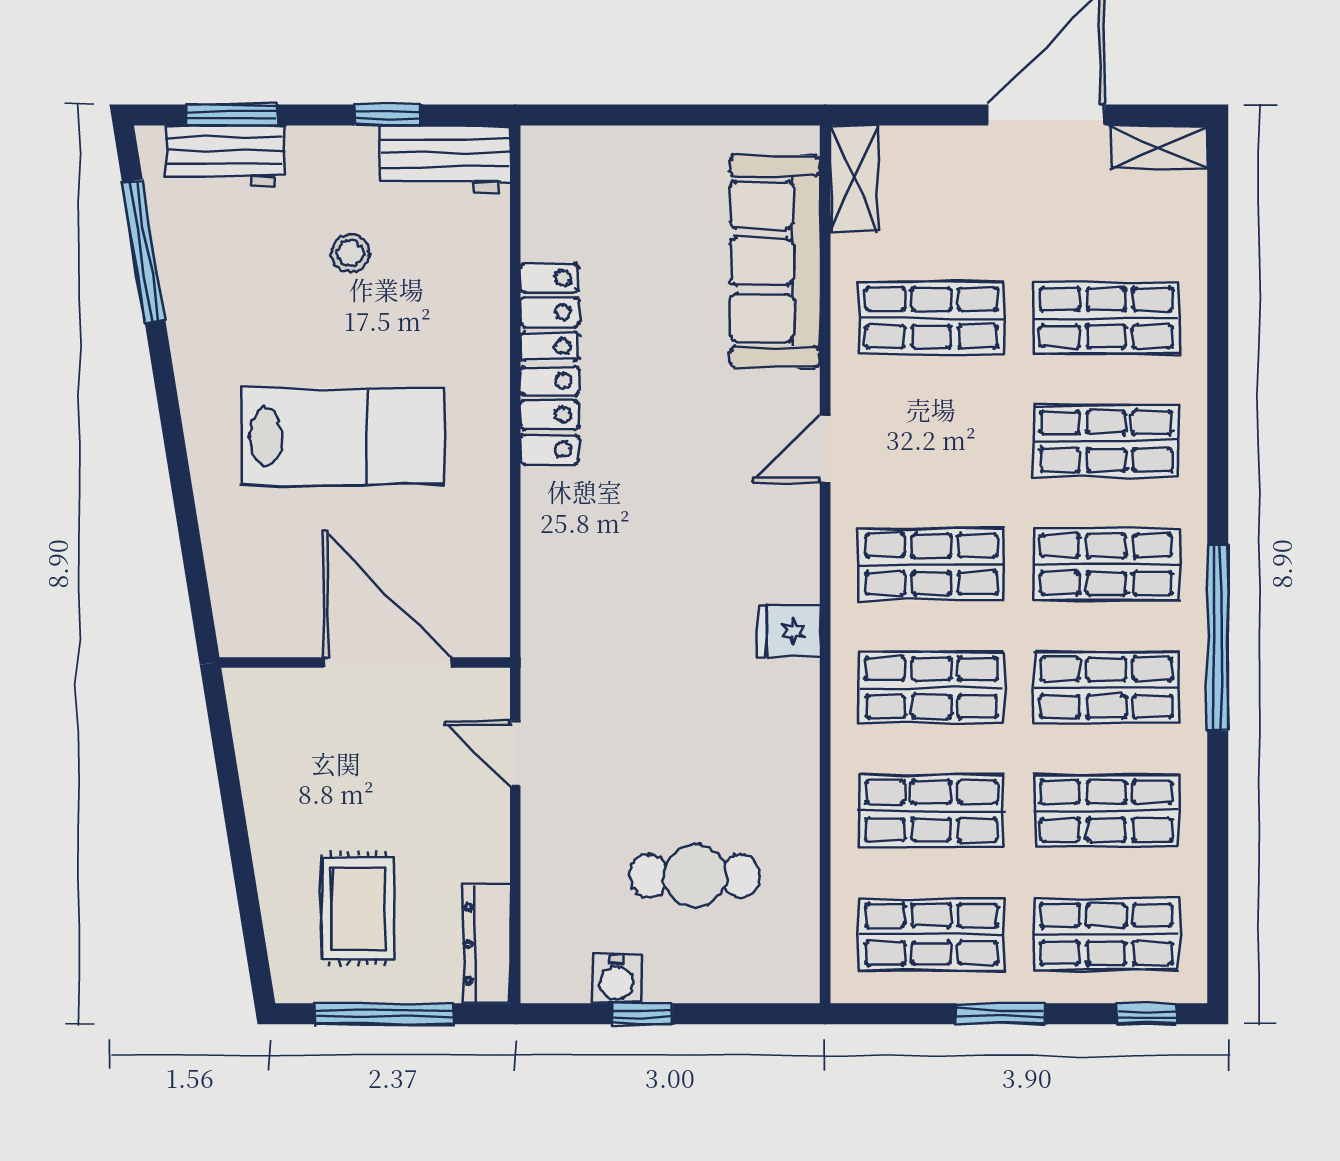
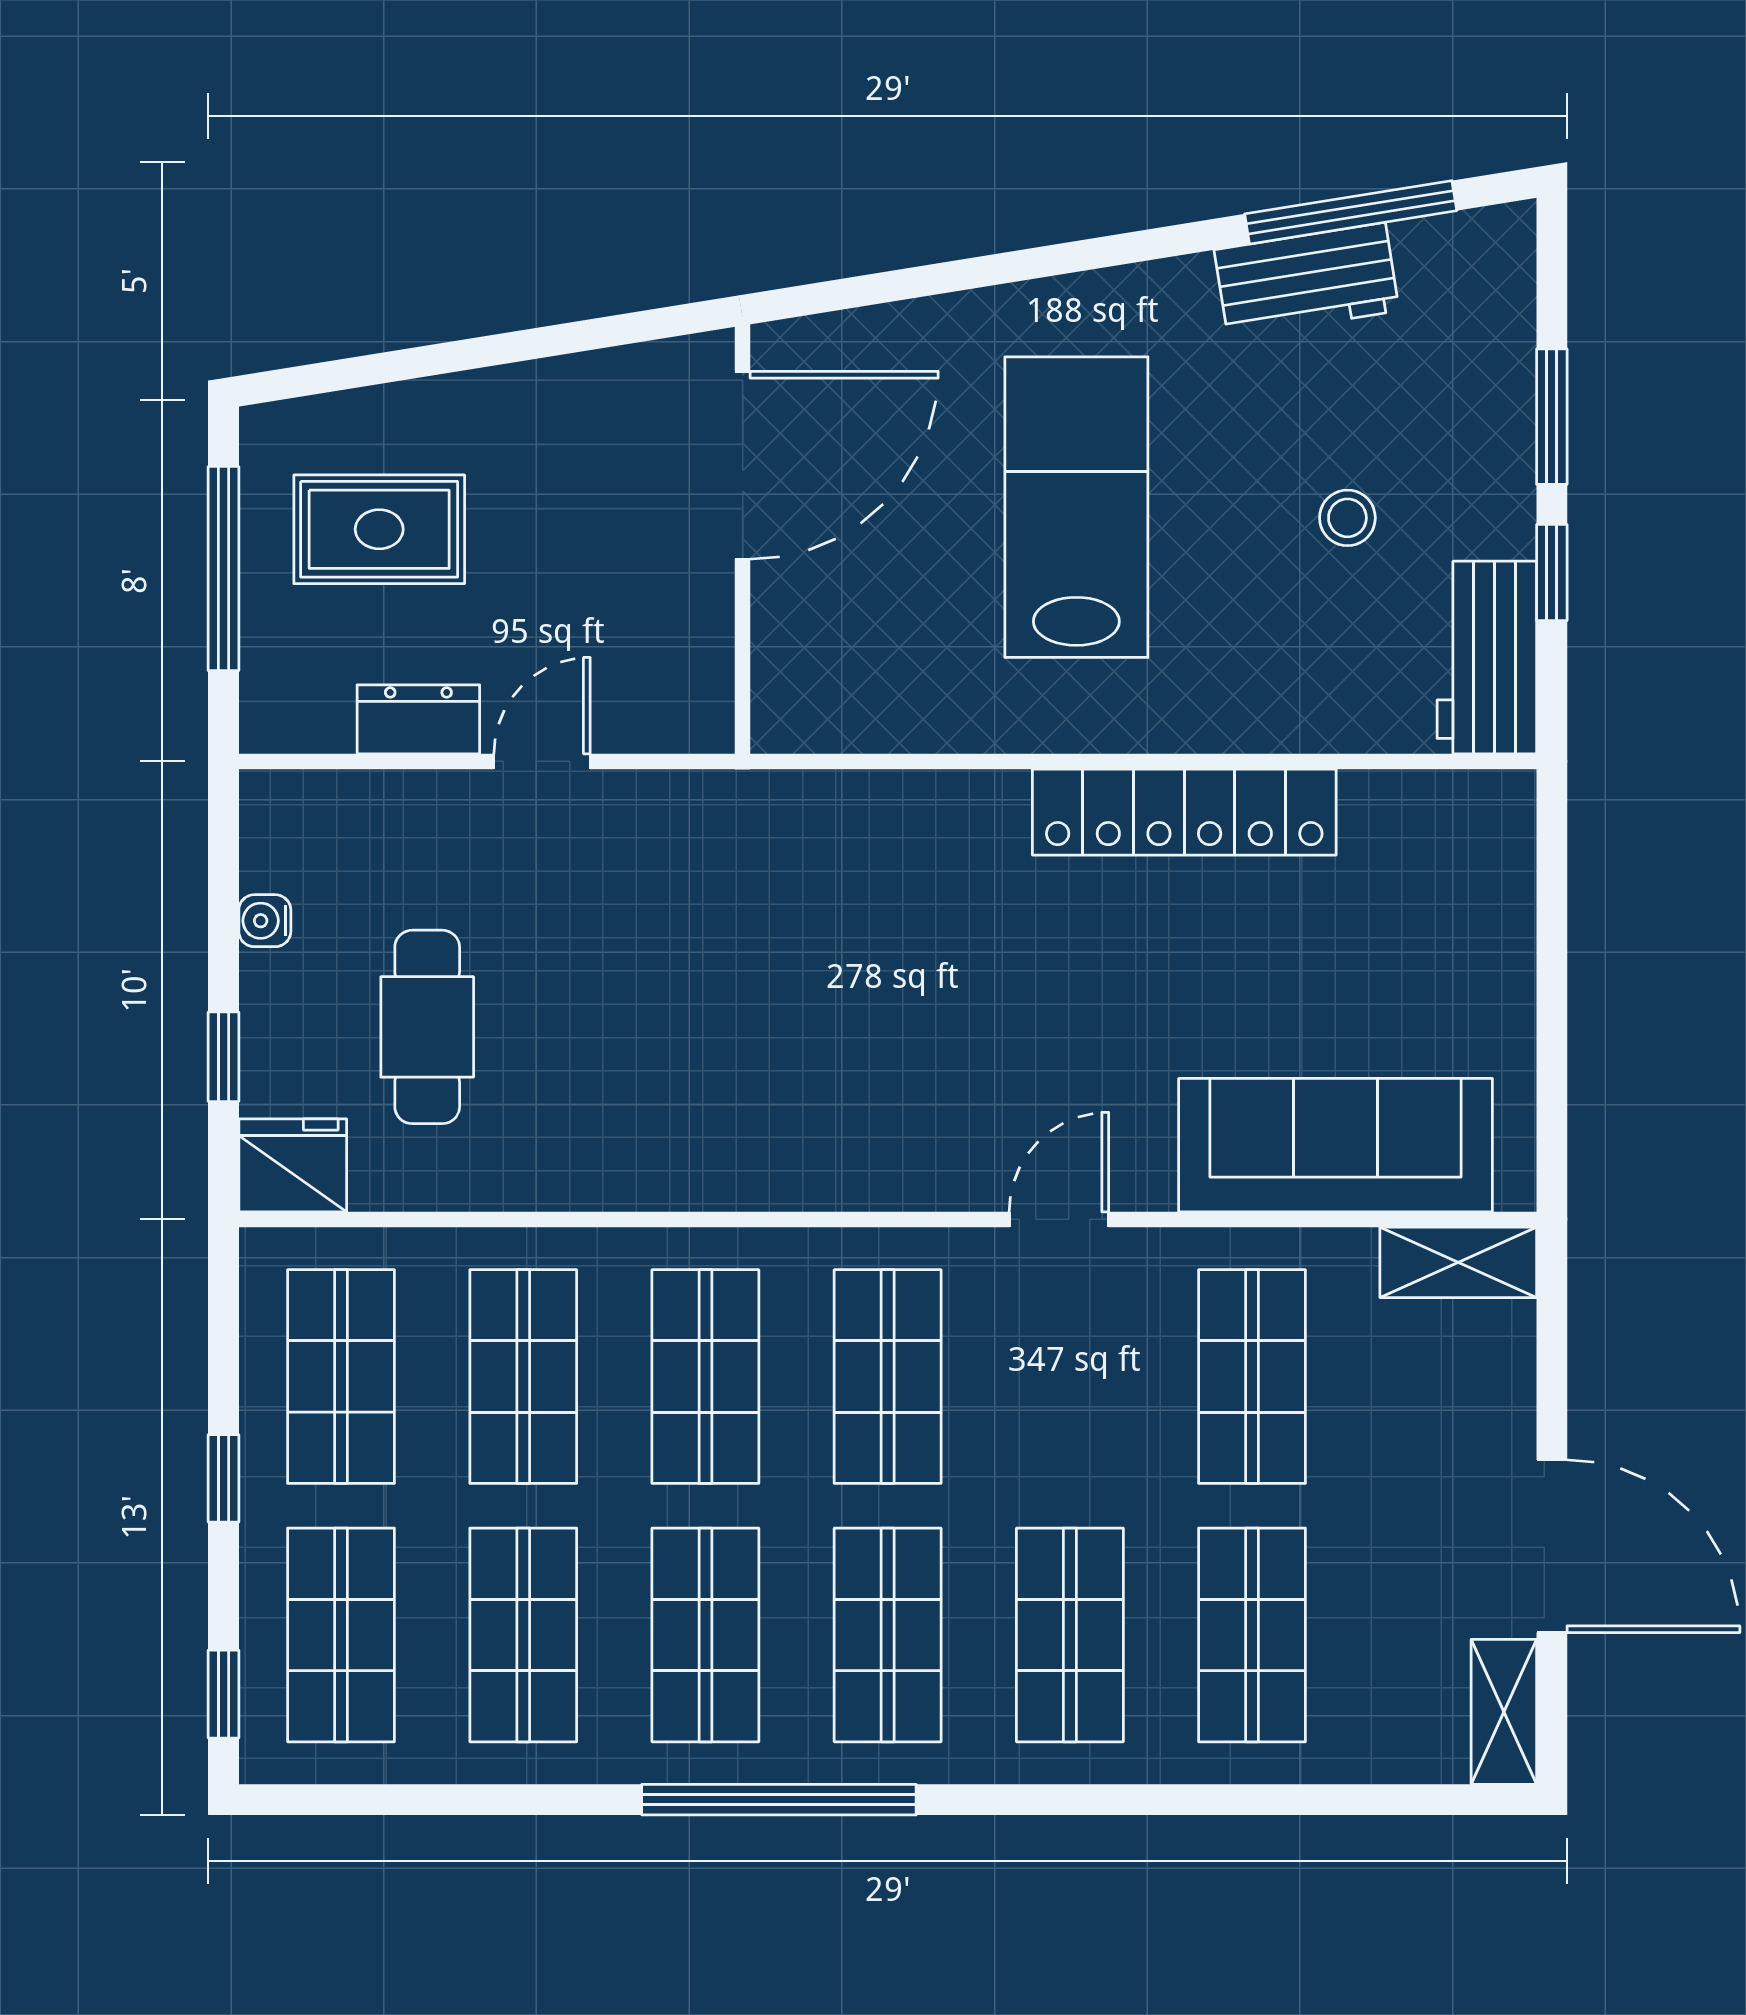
window: (232, 115) -> (1552, 417), moved
workbench: (225, 156) -> (1307, 280), moved, turned -99
lab bench: (343, 437) -> (1076, 507), turned 180
door: (825, 448) -> (1059, 1219), hinge flipped
fridge: (789, 631) -> (293, 1165), moved, width x1.38
door: (387, 662) -> (743, 465), moved
door: (515, 753) -> (542, 761), moved
dresser: (487, 944) -> (418, 719), moved, width x0.70
water cooler: (616, 979) -> (265, 921), width x0.72, depth x0.72
window: (642, 1014) -> (224, 1057), moved
window: (1000, 1014) -> (224, 1478), width x0.67

